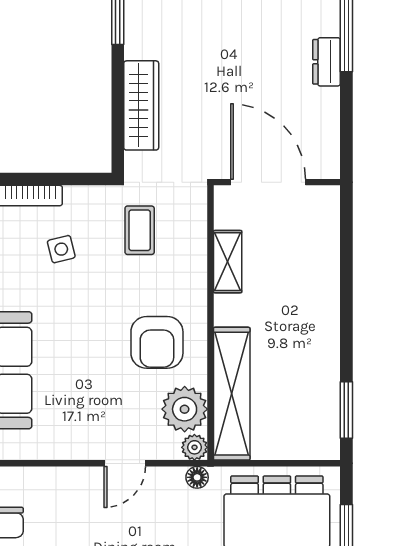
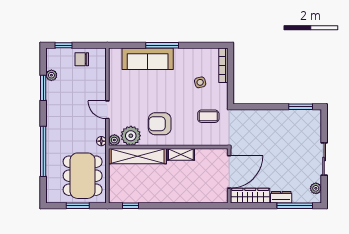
wardrobe: (141, 105) -> (250, 196), moved, turned 180
shelving: (228, 262) -> (181, 154), moved
window: (346, 410) -> (130, 206), width x0.67

